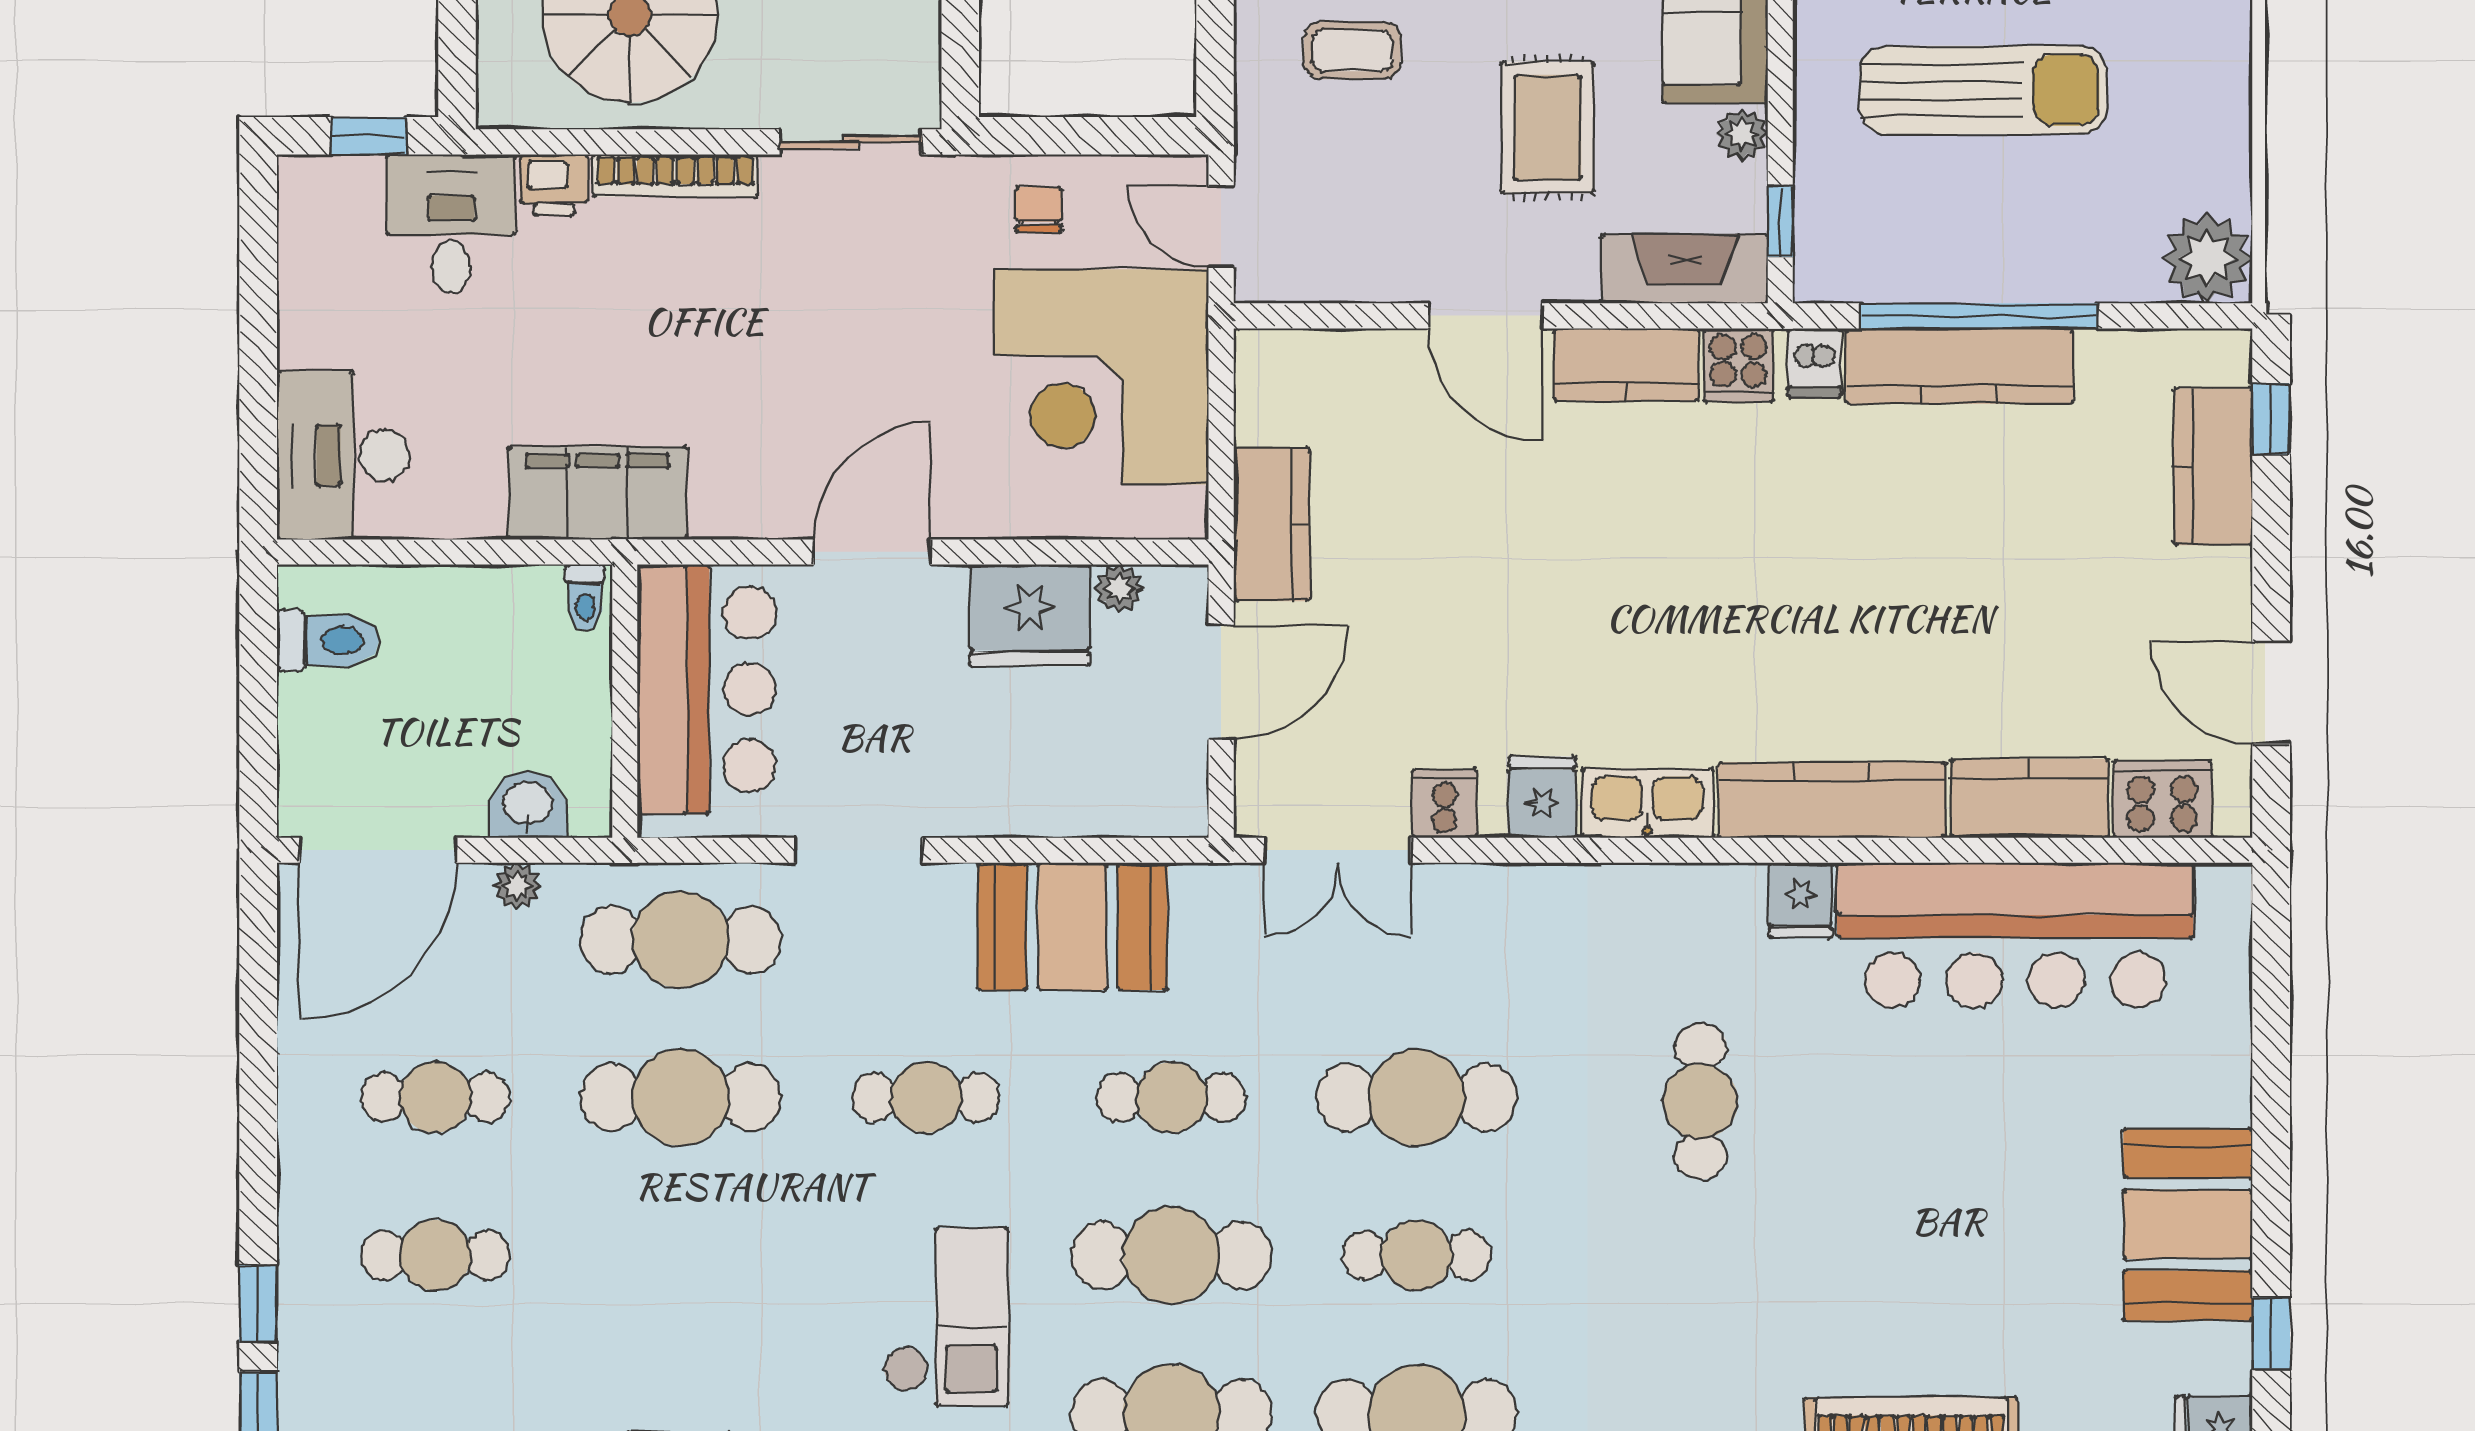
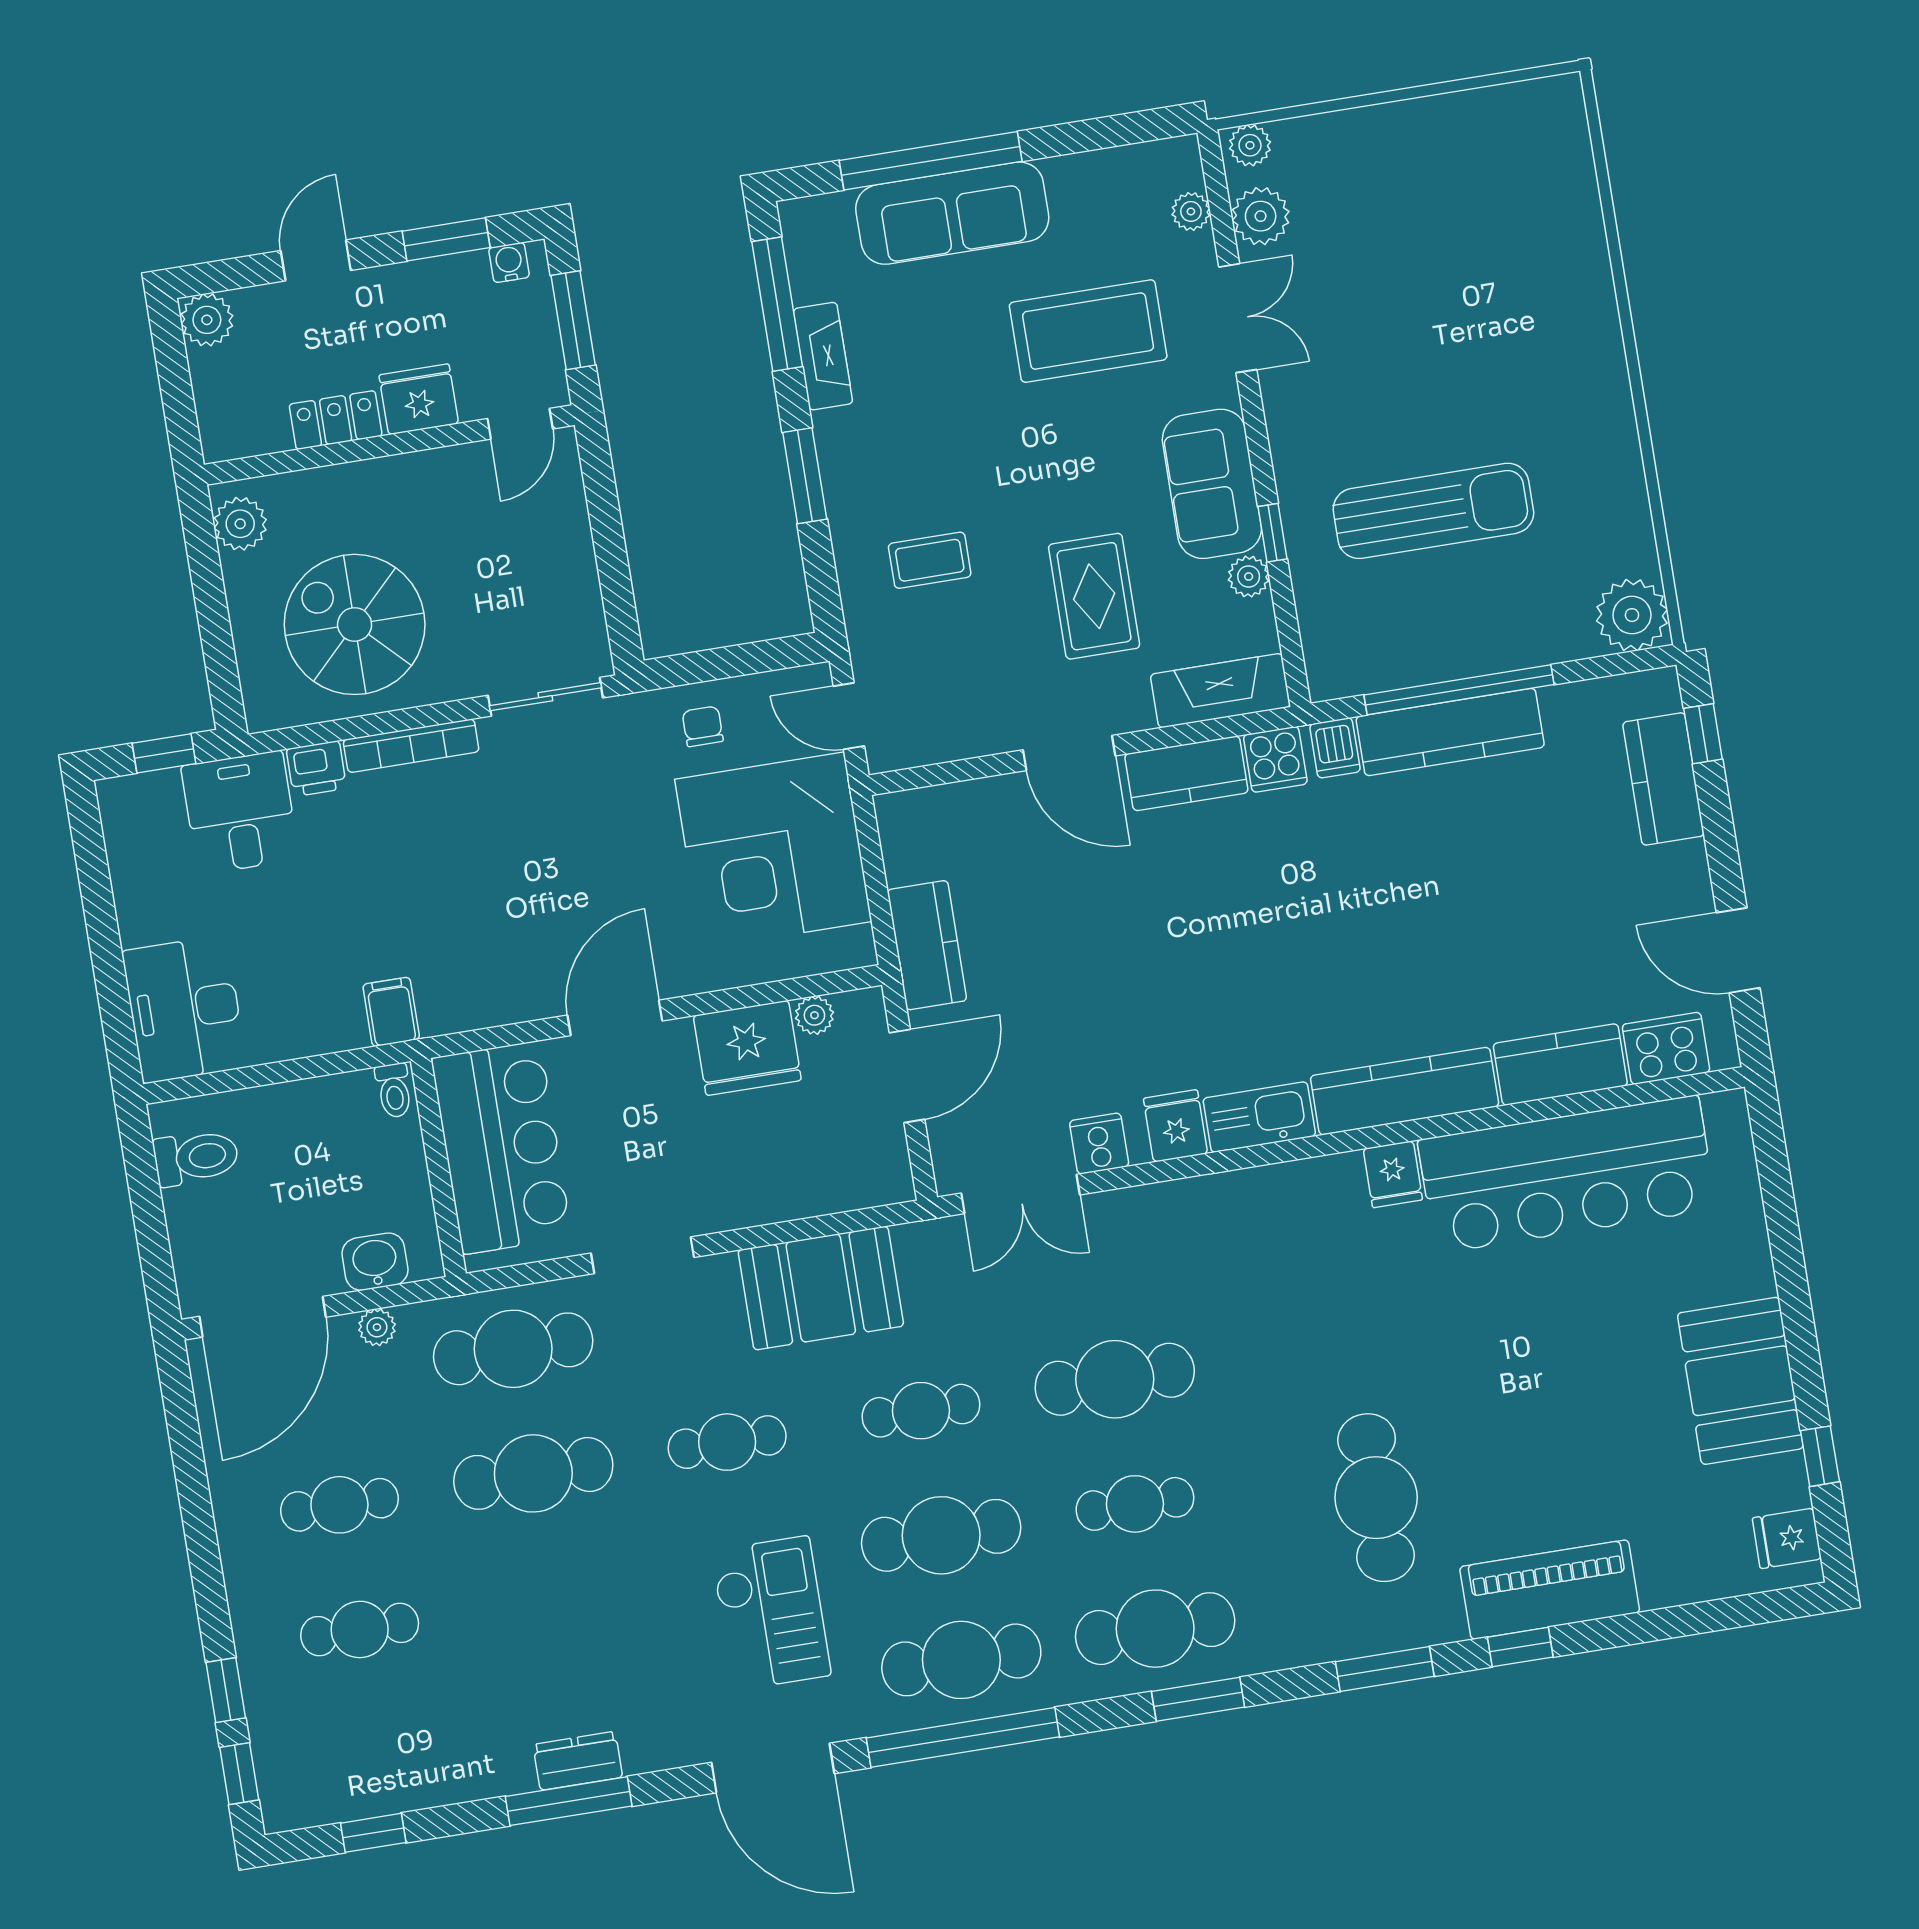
window: (1780, 222) -> (1272, 533), moved
filing cabinet: (598, 493) -> (391, 1012), width x0.33, depth x0.86
cafe table: (1700, 1101) -> (1376, 1498), moved, width x1.37, depth x1.35

